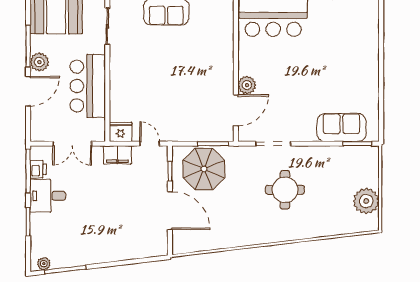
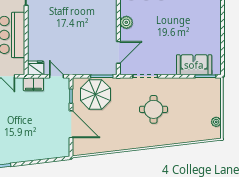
plant: (247, 85) -> (126, 22), moved
plant: (366, 201) -> (216, 122), width x0.53, depth x0.53

